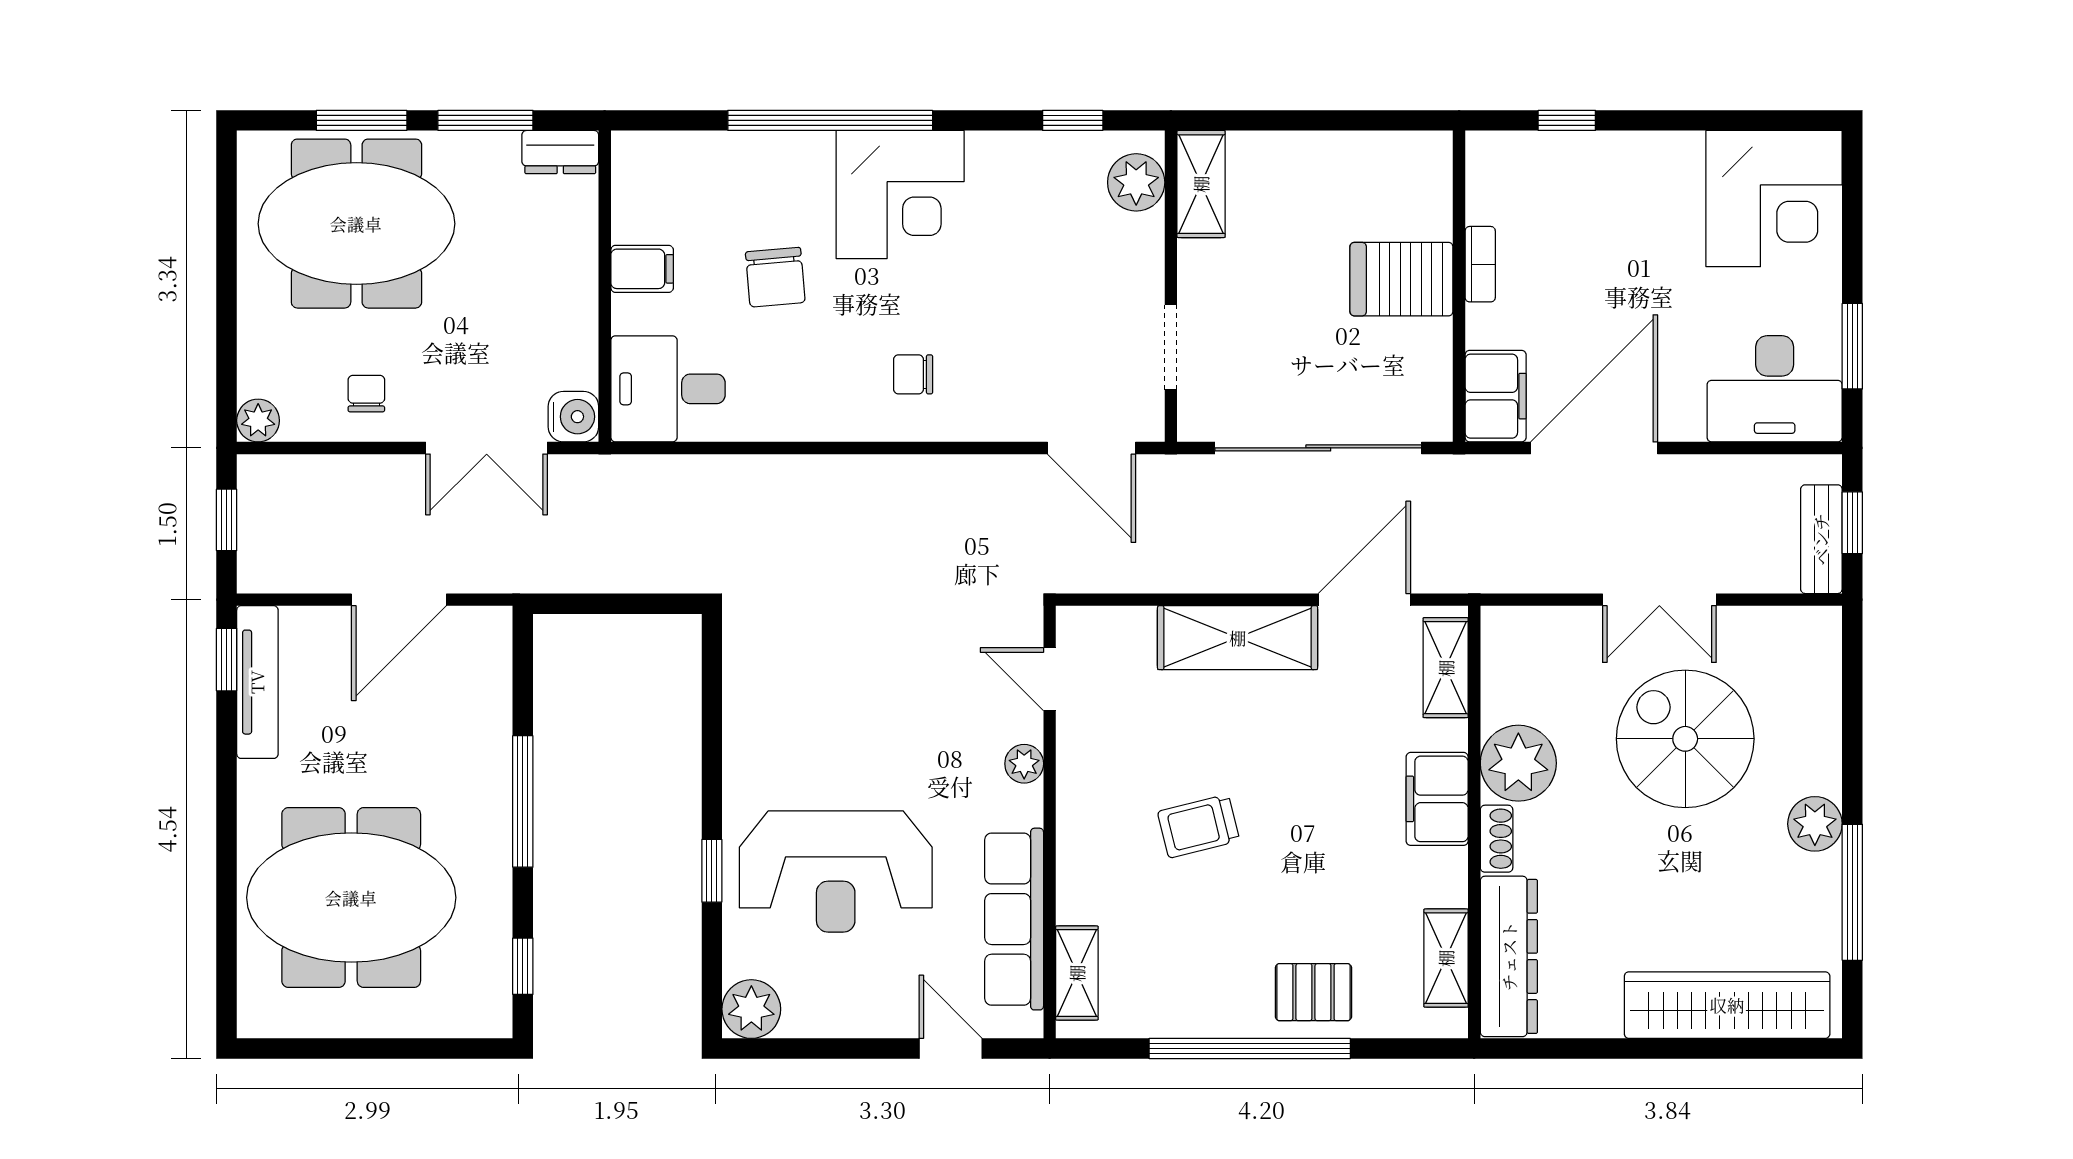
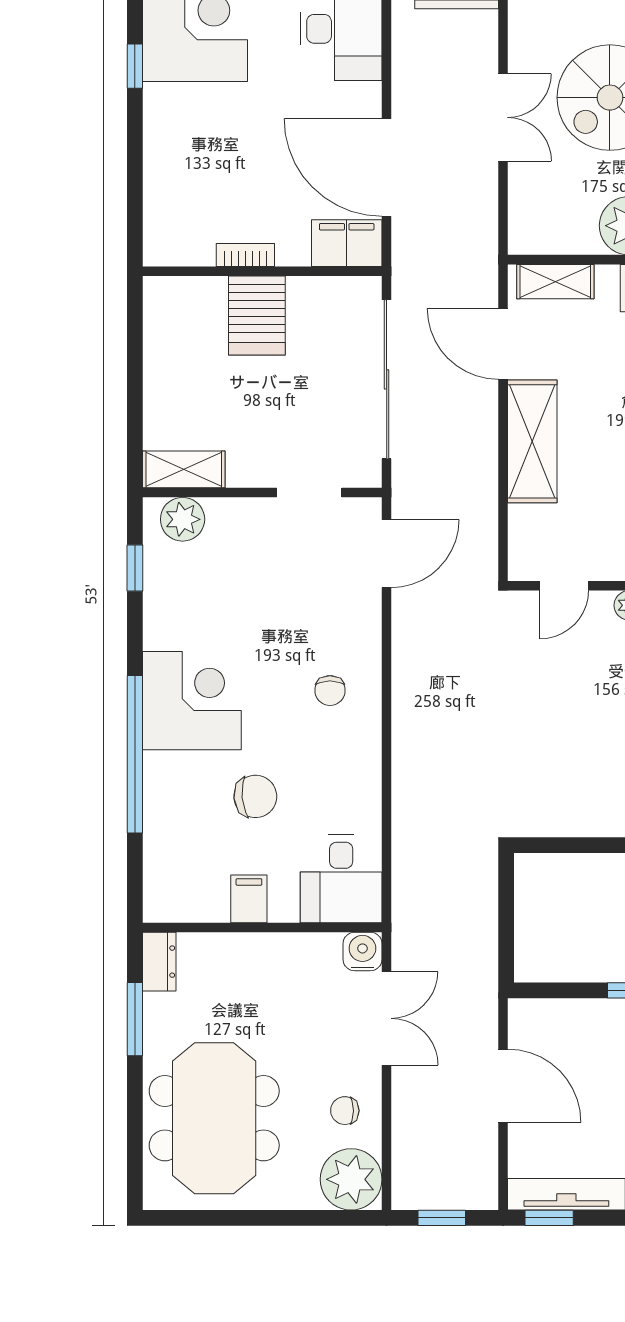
window: (362, 120) -> (135, 1114), removed
window: (1567, 120) -> (135, 66), moved
plant: (258, 421) -> (351, 1179), width x1.88, depth x1.88

